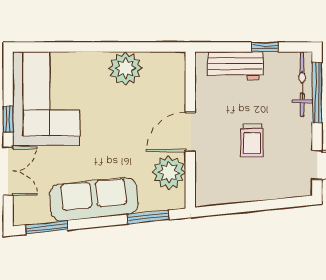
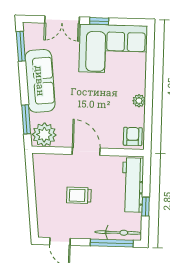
workbench: (235, 66) -> (133, 185), width x1.37
plant: (125, 68) -> (139, 101), width x0.53, depth x0.53
armchair: (168, 68) -> (133, 136), added
plant: (169, 172) -> (44, 135), moved

